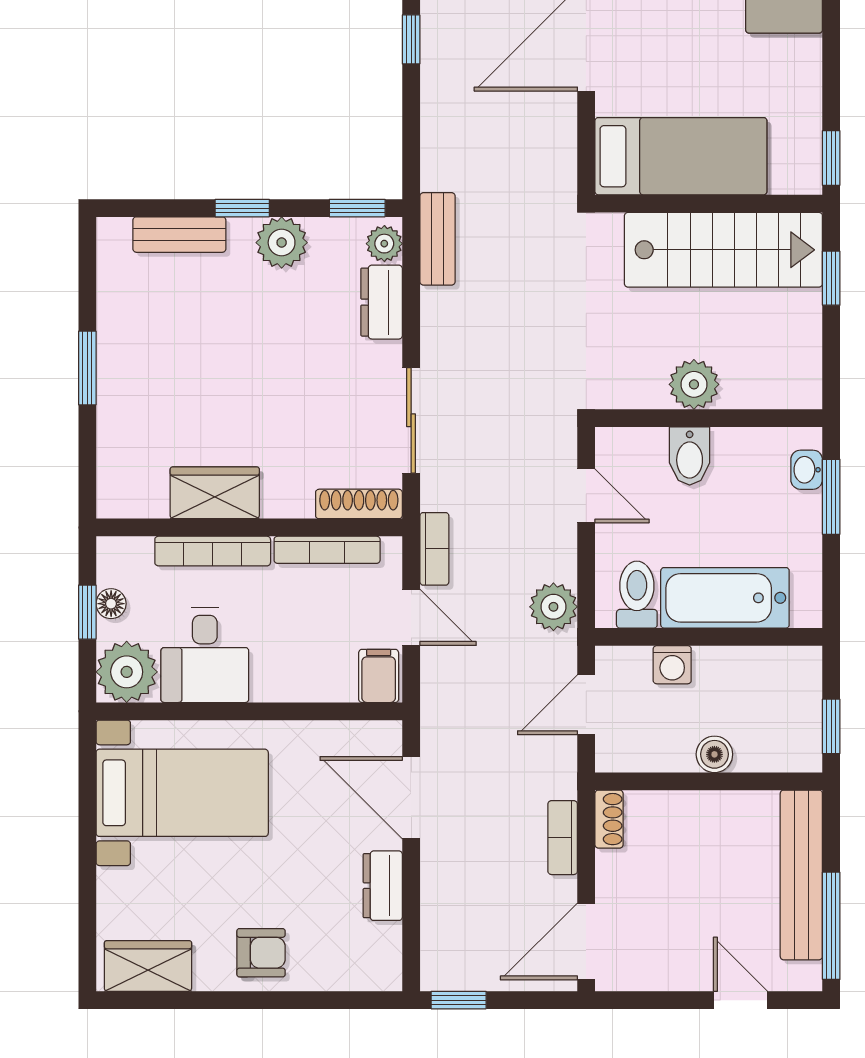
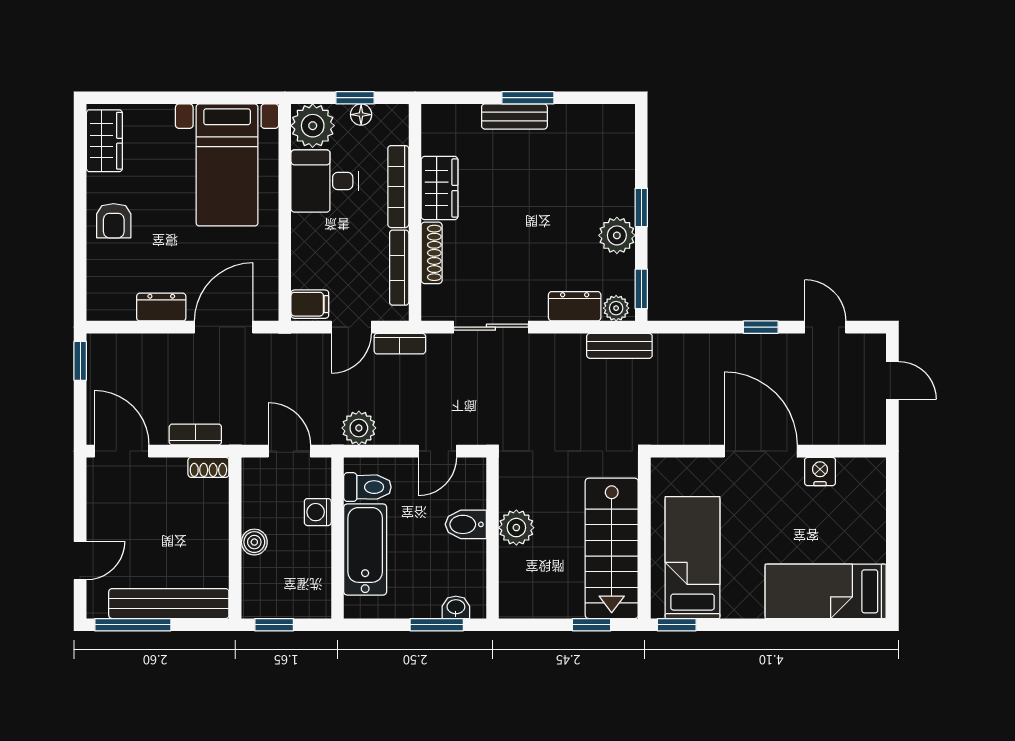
bed: (681, 156) -> (693, 558), moved, turned 180
bench: (179, 235) -> (514, 117), moved, turned 90
shoe rack: (359, 504) -> (432, 253), moved

